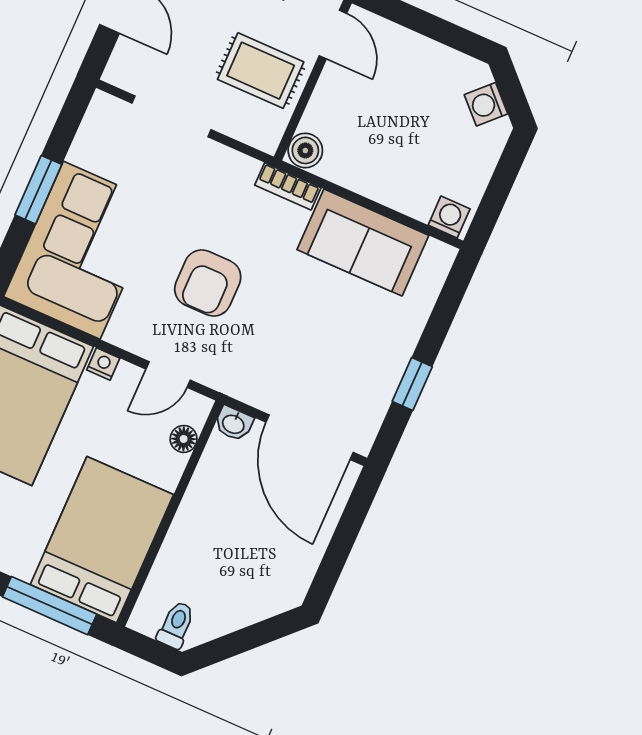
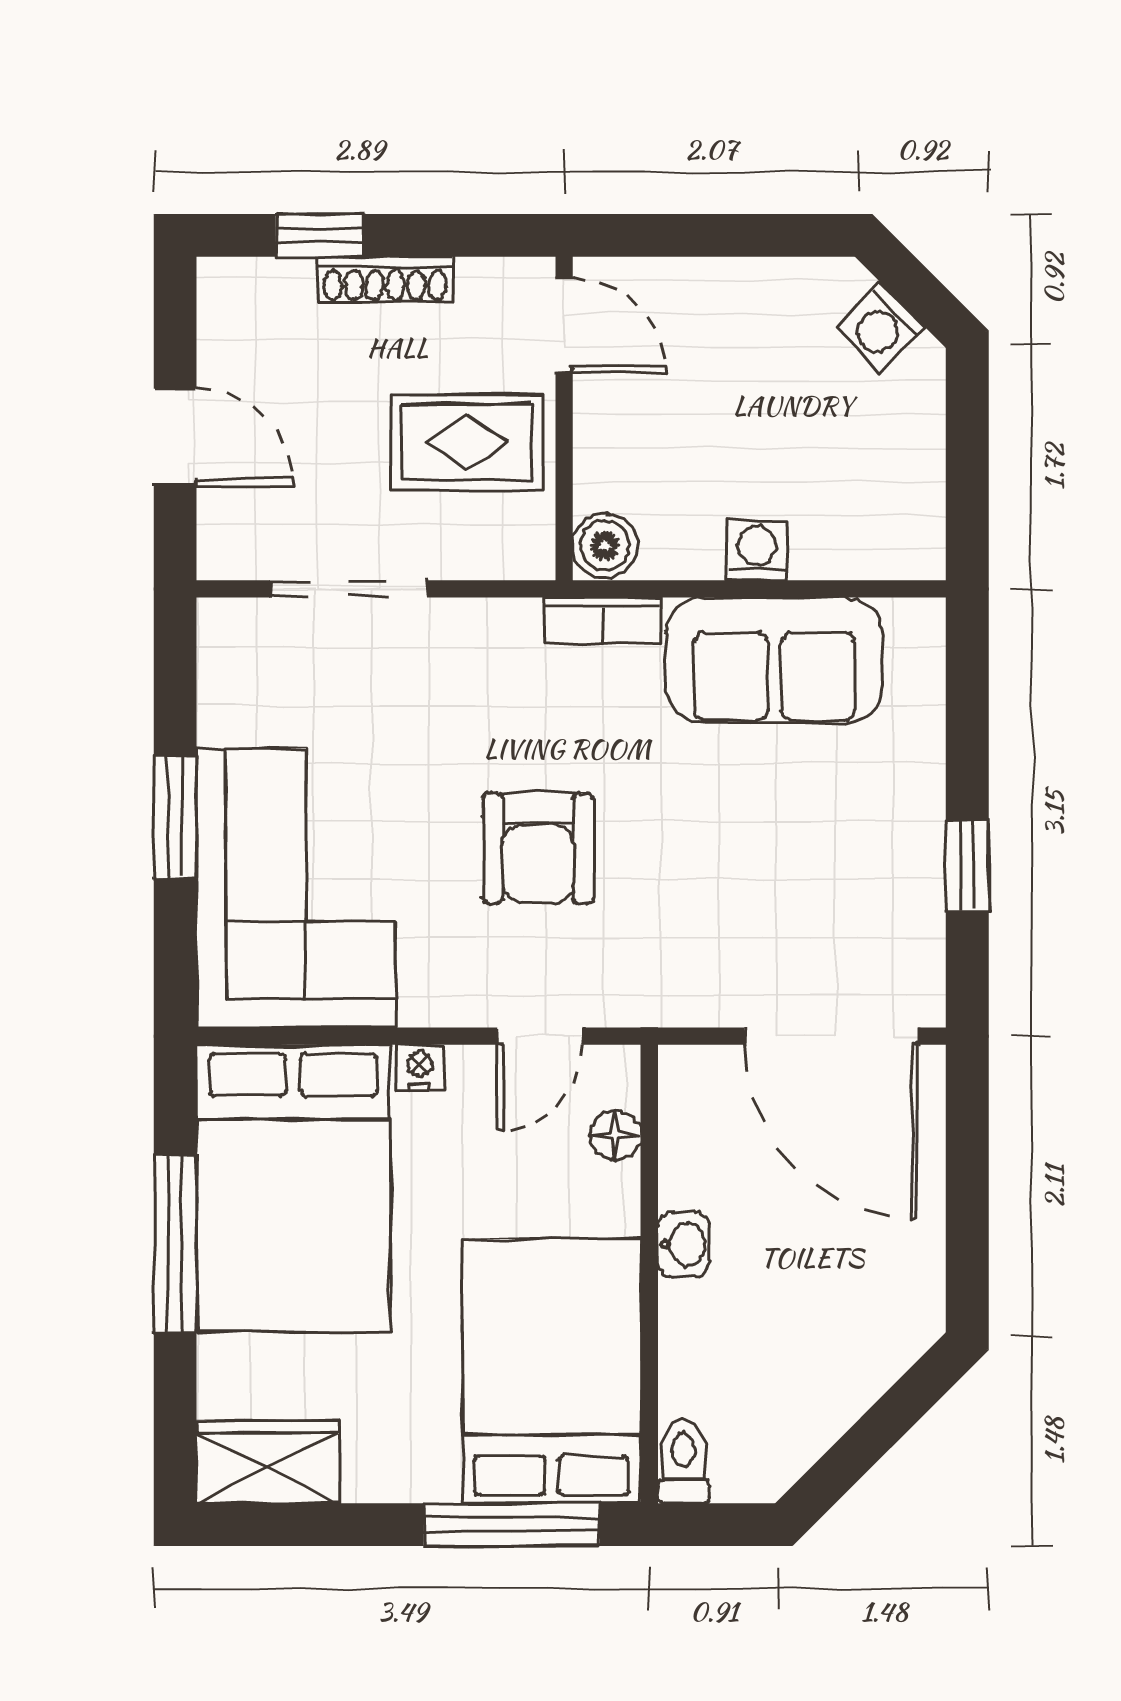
washing machine: (449, 217) -> (757, 550), moved
washbasin: (234, 424) -> (684, 1244), moved, turned -90
toilet: (176, 625) -> (684, 1461), moved

